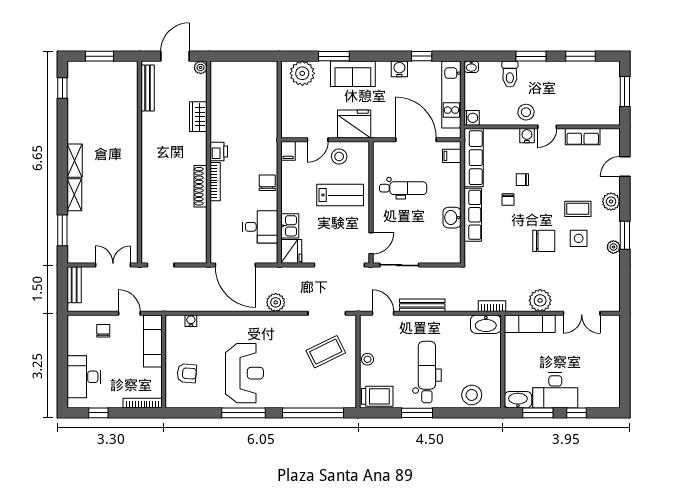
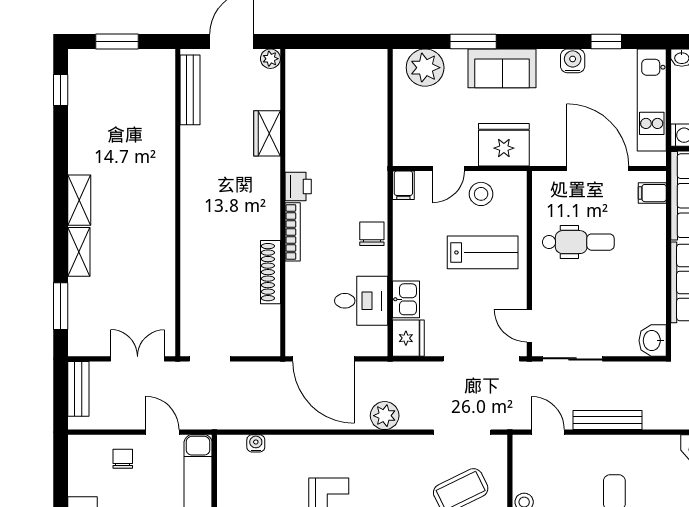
shoe rack: (201, 186) -> (270, 272), moved
washbasin: (452, 218) -> (653, 341), moved
door: (371, 243) -> (529, 326), swing flipped

